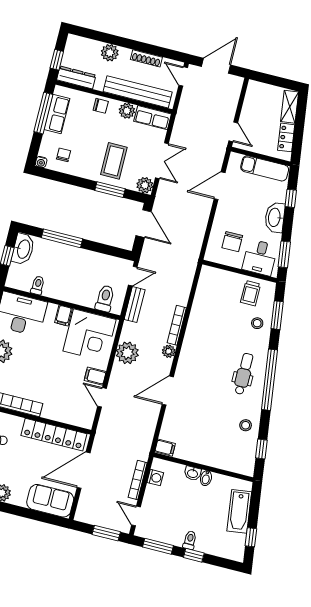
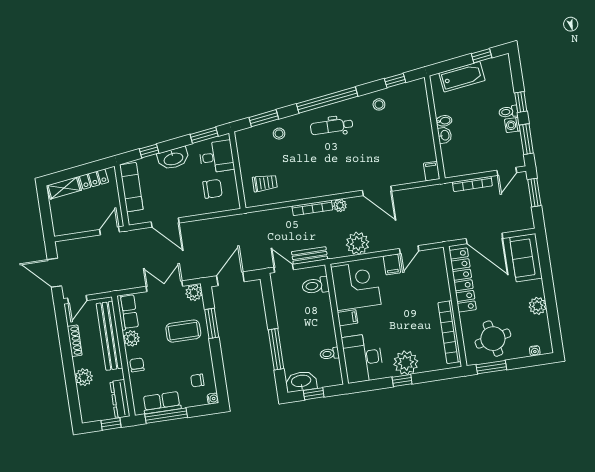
trolley: (251, 293) -> (265, 183), moved
washing machine: (155, 478) -> (512, 125), moved, turned -90

